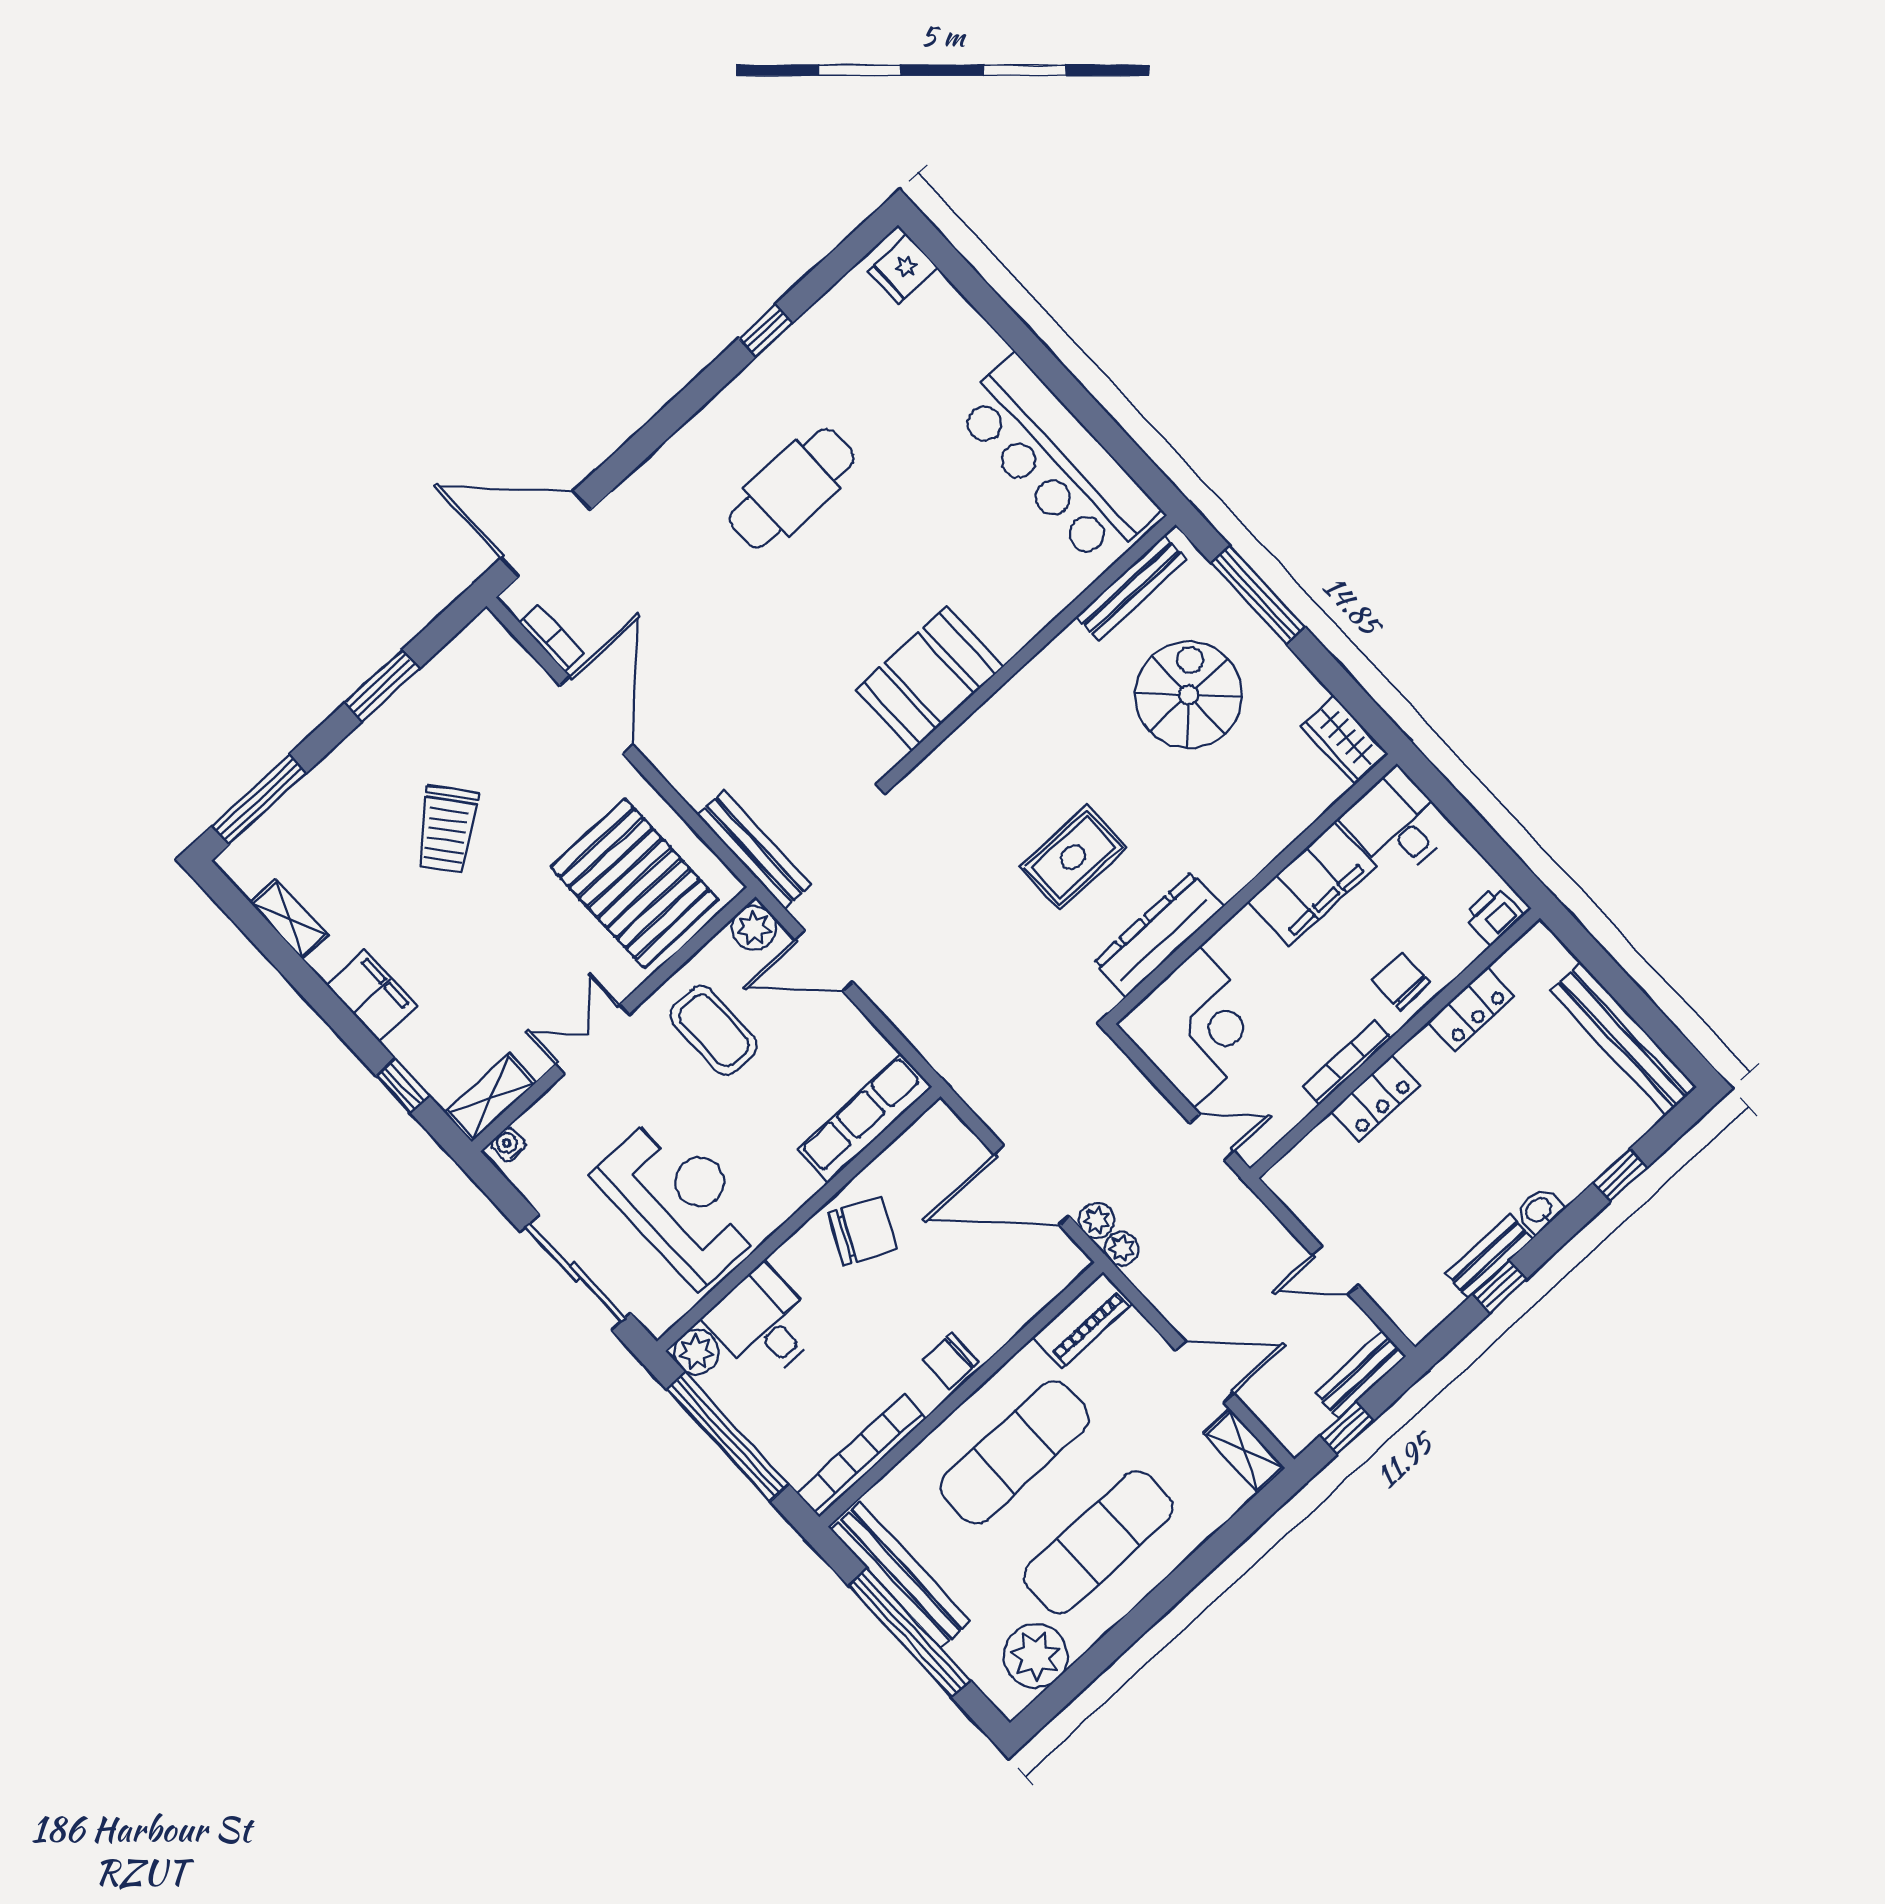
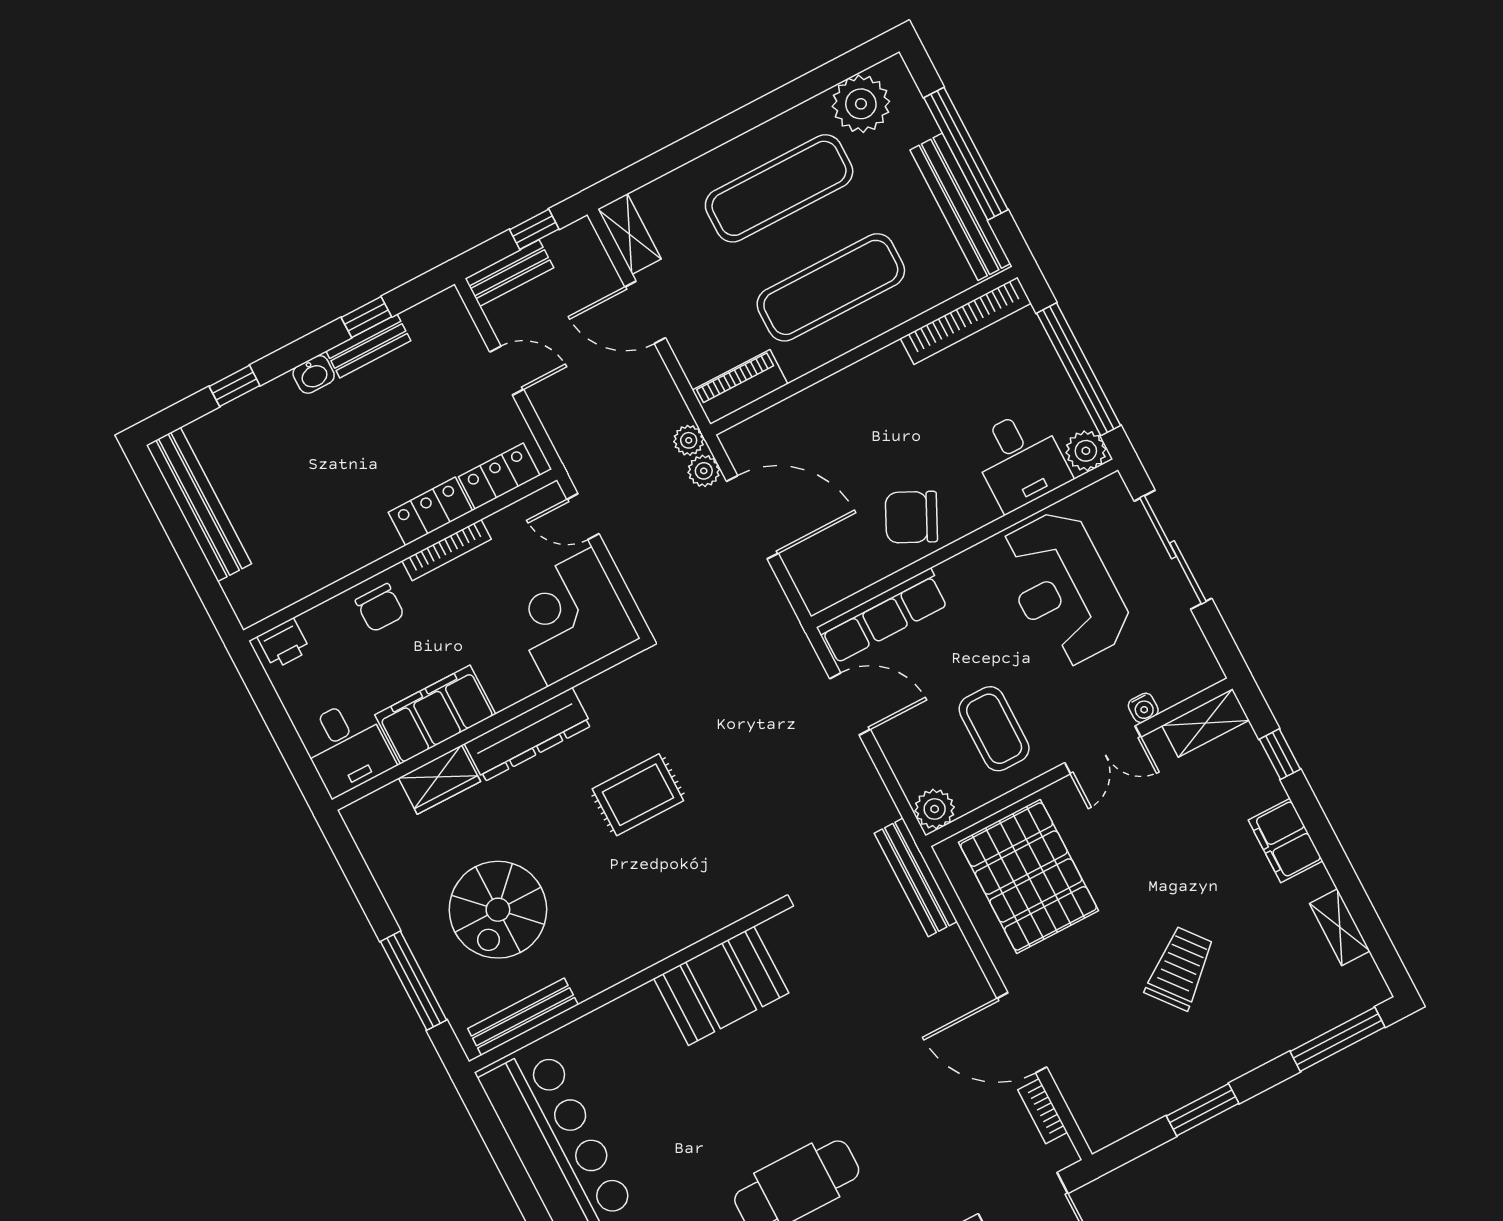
door: (596, 715) -> (1022, 1033), hinge flipped
wardrobe: (1344, 739) -> (439, 780), moved, turned 90
dresser: (1159, 935) -> (528, 735), moved
door: (824, 961) -> (850, 704), moved
locker: (1471, 1009) -> (499, 476), moved
water cooler: (508, 1145) -> (1143, 708), moved
chair: (951, 1361) -> (865, 382), removed

